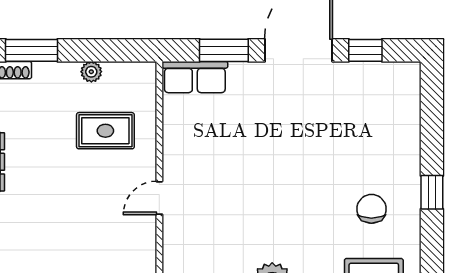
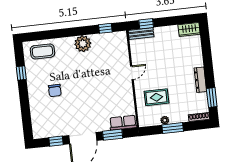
window: (32, 50) -> (173, 128), moved
window: (432, 192) -> (21, 73), moved
chair: (371, 209) -> (55, 90), moved

